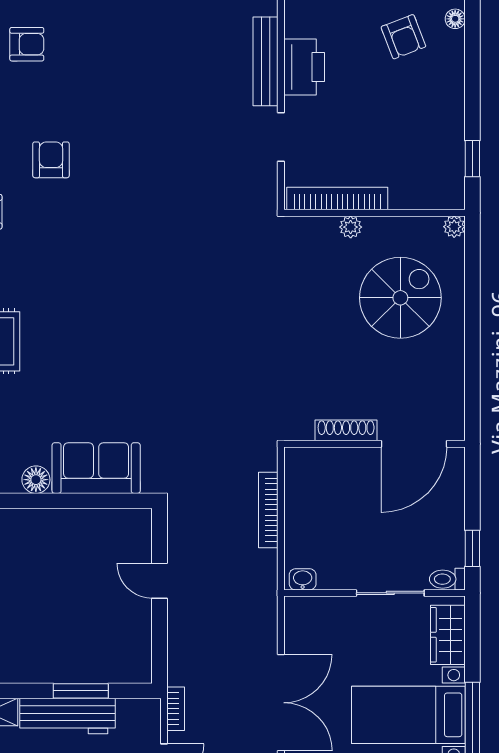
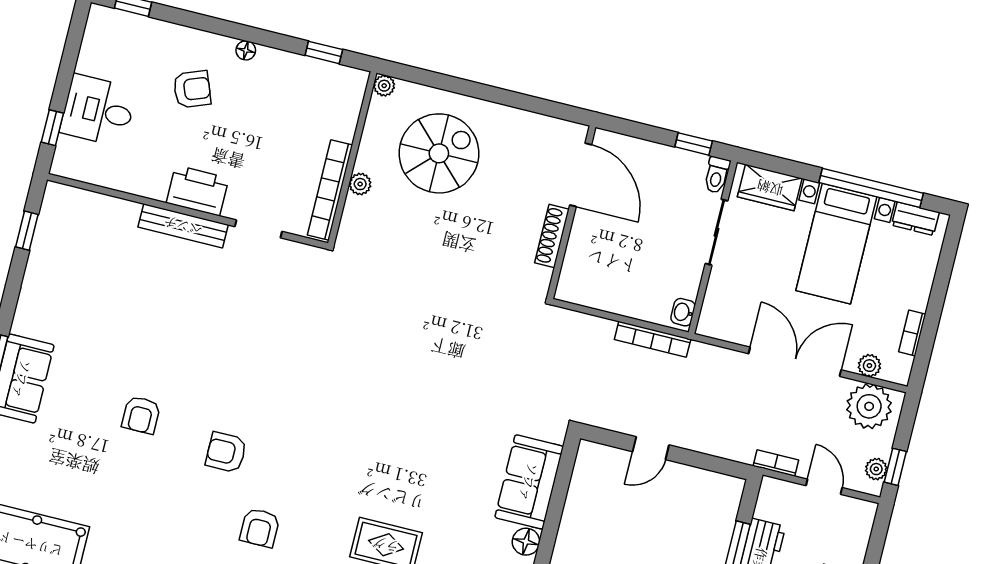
floor lamp: (455, 19) -> (246, 50), moved
armchair: (27, 44) -> (141, 415), moved, turned 180
spiral stairs: (400, 298) -> (439, 153), turned 90
bookcase: (268, 510) -> (653, 339), moved

